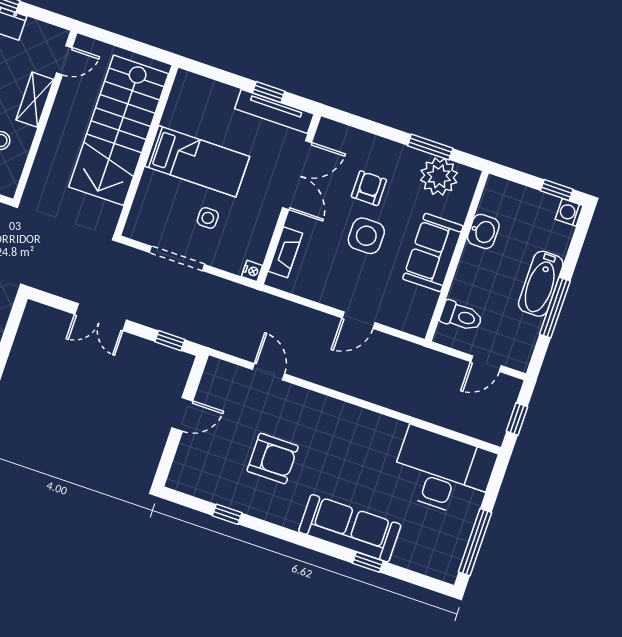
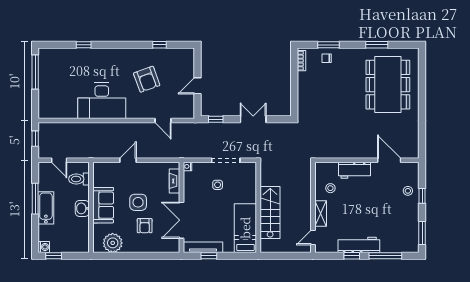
stairs: (119, 130) -> (270, 212), width x0.73, depth x0.66
window: (430, 147) -> (122, 256), removed
bed: (197, 161) -> (245, 228), moved, turned 90
washbasin: (483, 231) -> (82, 208), moved
door: (486, 364) -> (59, 160), swing flipped
armchair: (273, 459) -> (147, 79), turned -110
desk: (443, 472) -> (102, 101), moved
sofa: (350, 528) -> (98, 58), removed

